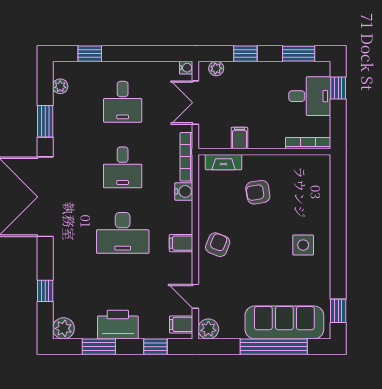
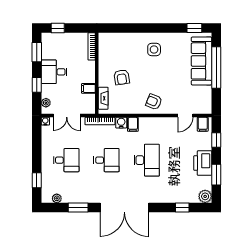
desk: (310, 96) -> (54, 72), moved, turned -90
filing cabinet: (181, 243) -> (133, 124), moved
plant: (208, 329) -> (205, 108), removed

